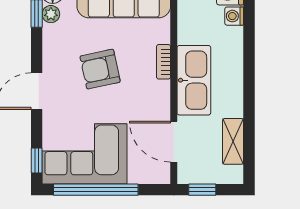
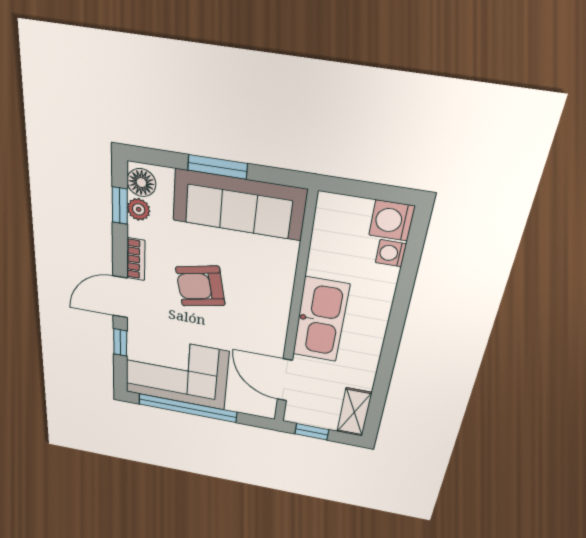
bookcase: (164, 62) -> (136, 259), moved, turned 180
shelving: (233, 141) -> (354, 412), moved
window: (37, 160) -> (120, 342), moved

